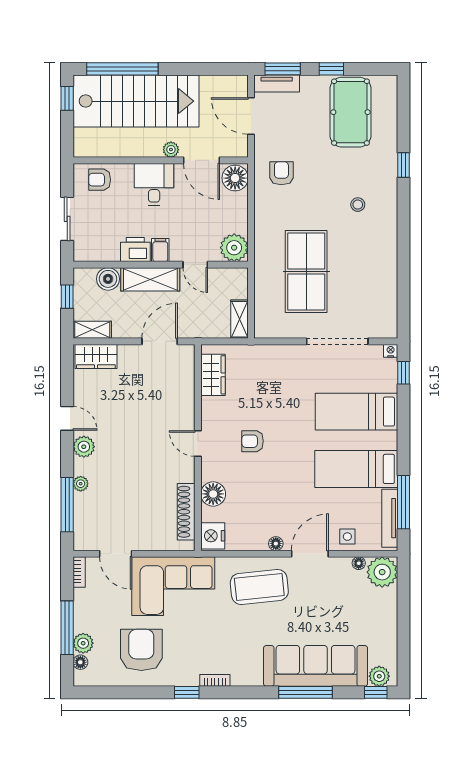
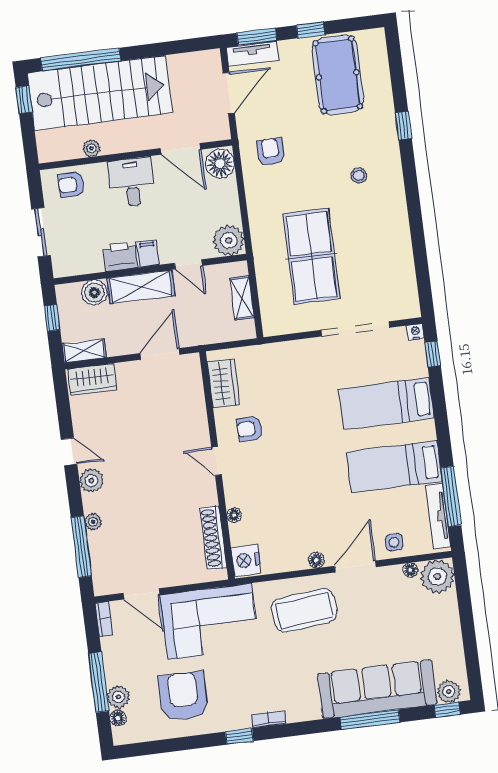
door: (251, 116) -> (229, 93), swing flipped
plant: (171, 150) -> (91, 148), moved
shelving: (239, 319) -> (242, 298), moved
armchair: (253, 441) -> (250, 429), moved
floor lamp: (213, 494) -> (234, 515), width x0.53, depth x0.53

